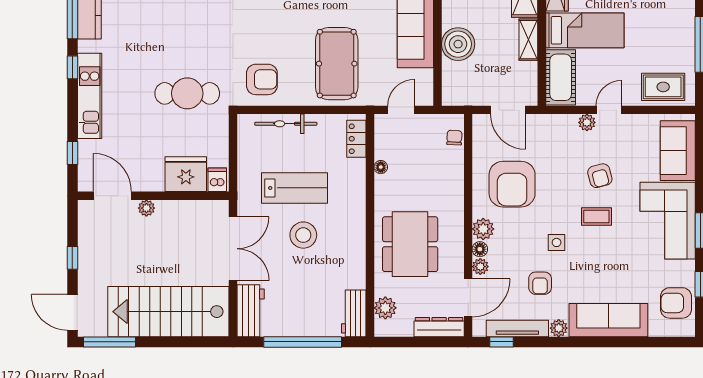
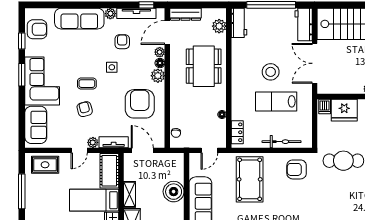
tv unit: (554, 123) -> (114, 142), added

